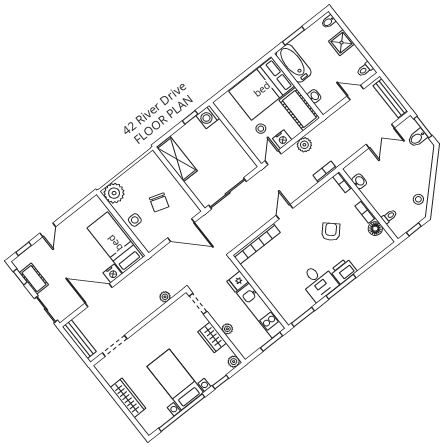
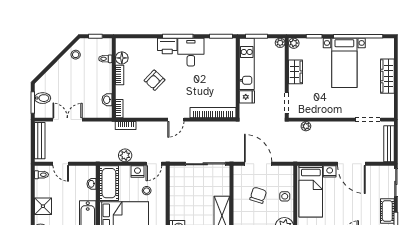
plant: (227, 329) -> (280, 43), moved

